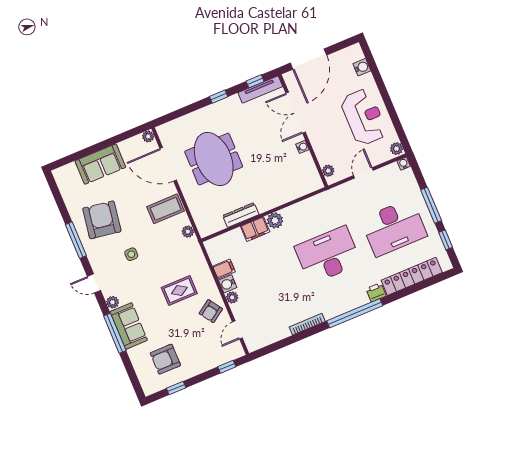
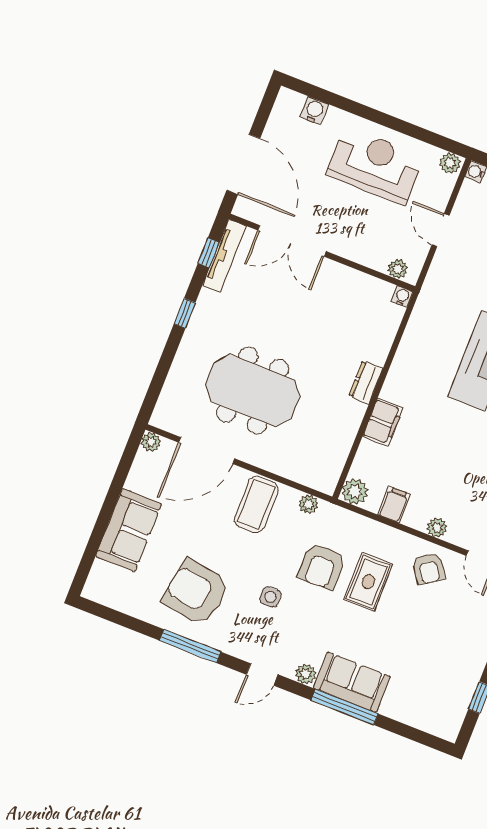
water cooler: (302, 147) -> (402, 297), moved
dresser: (241, 215) -> (366, 382), moved, width x0.70
plant: (275, 220) -> (355, 492), moved
water cooler: (228, 284) -> (416, 517), removed
armchair: (165, 359) -> (322, 566), moved

